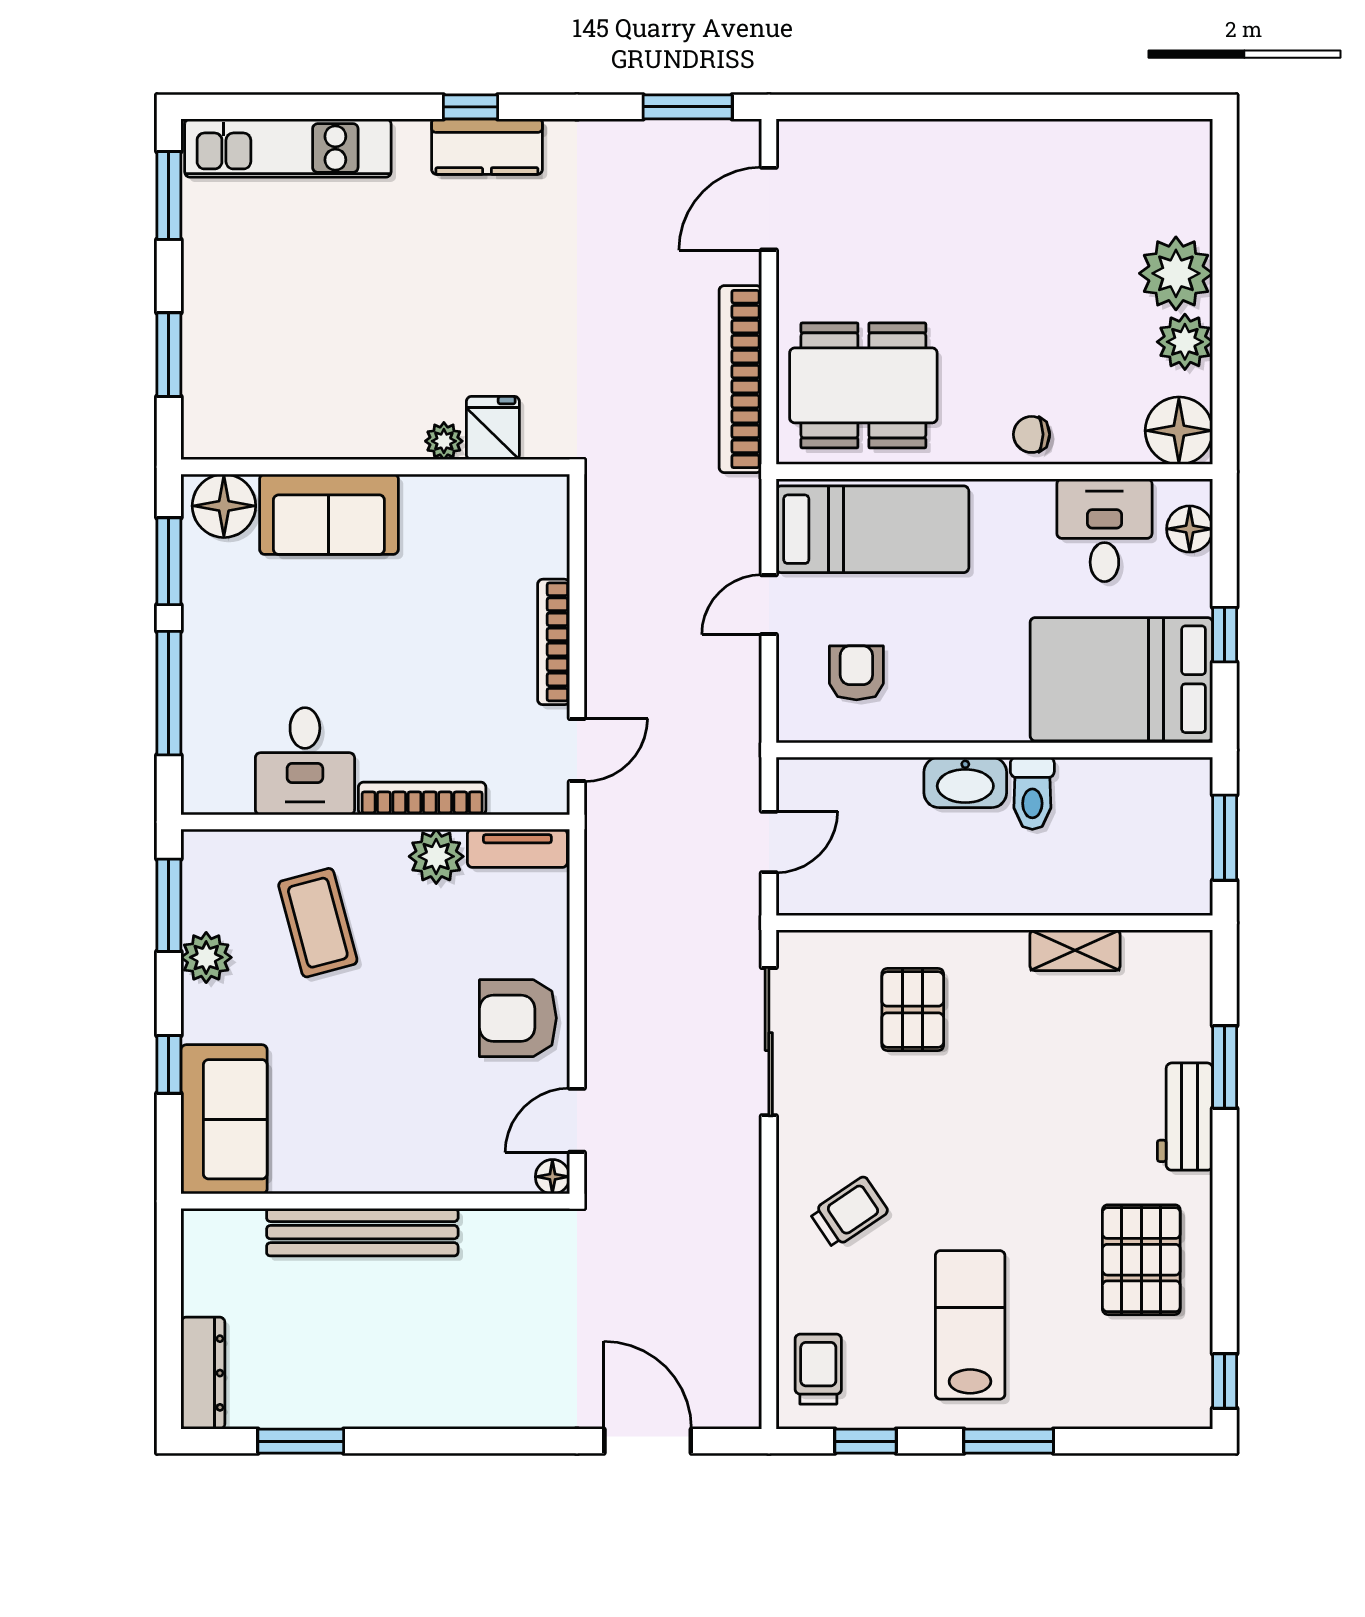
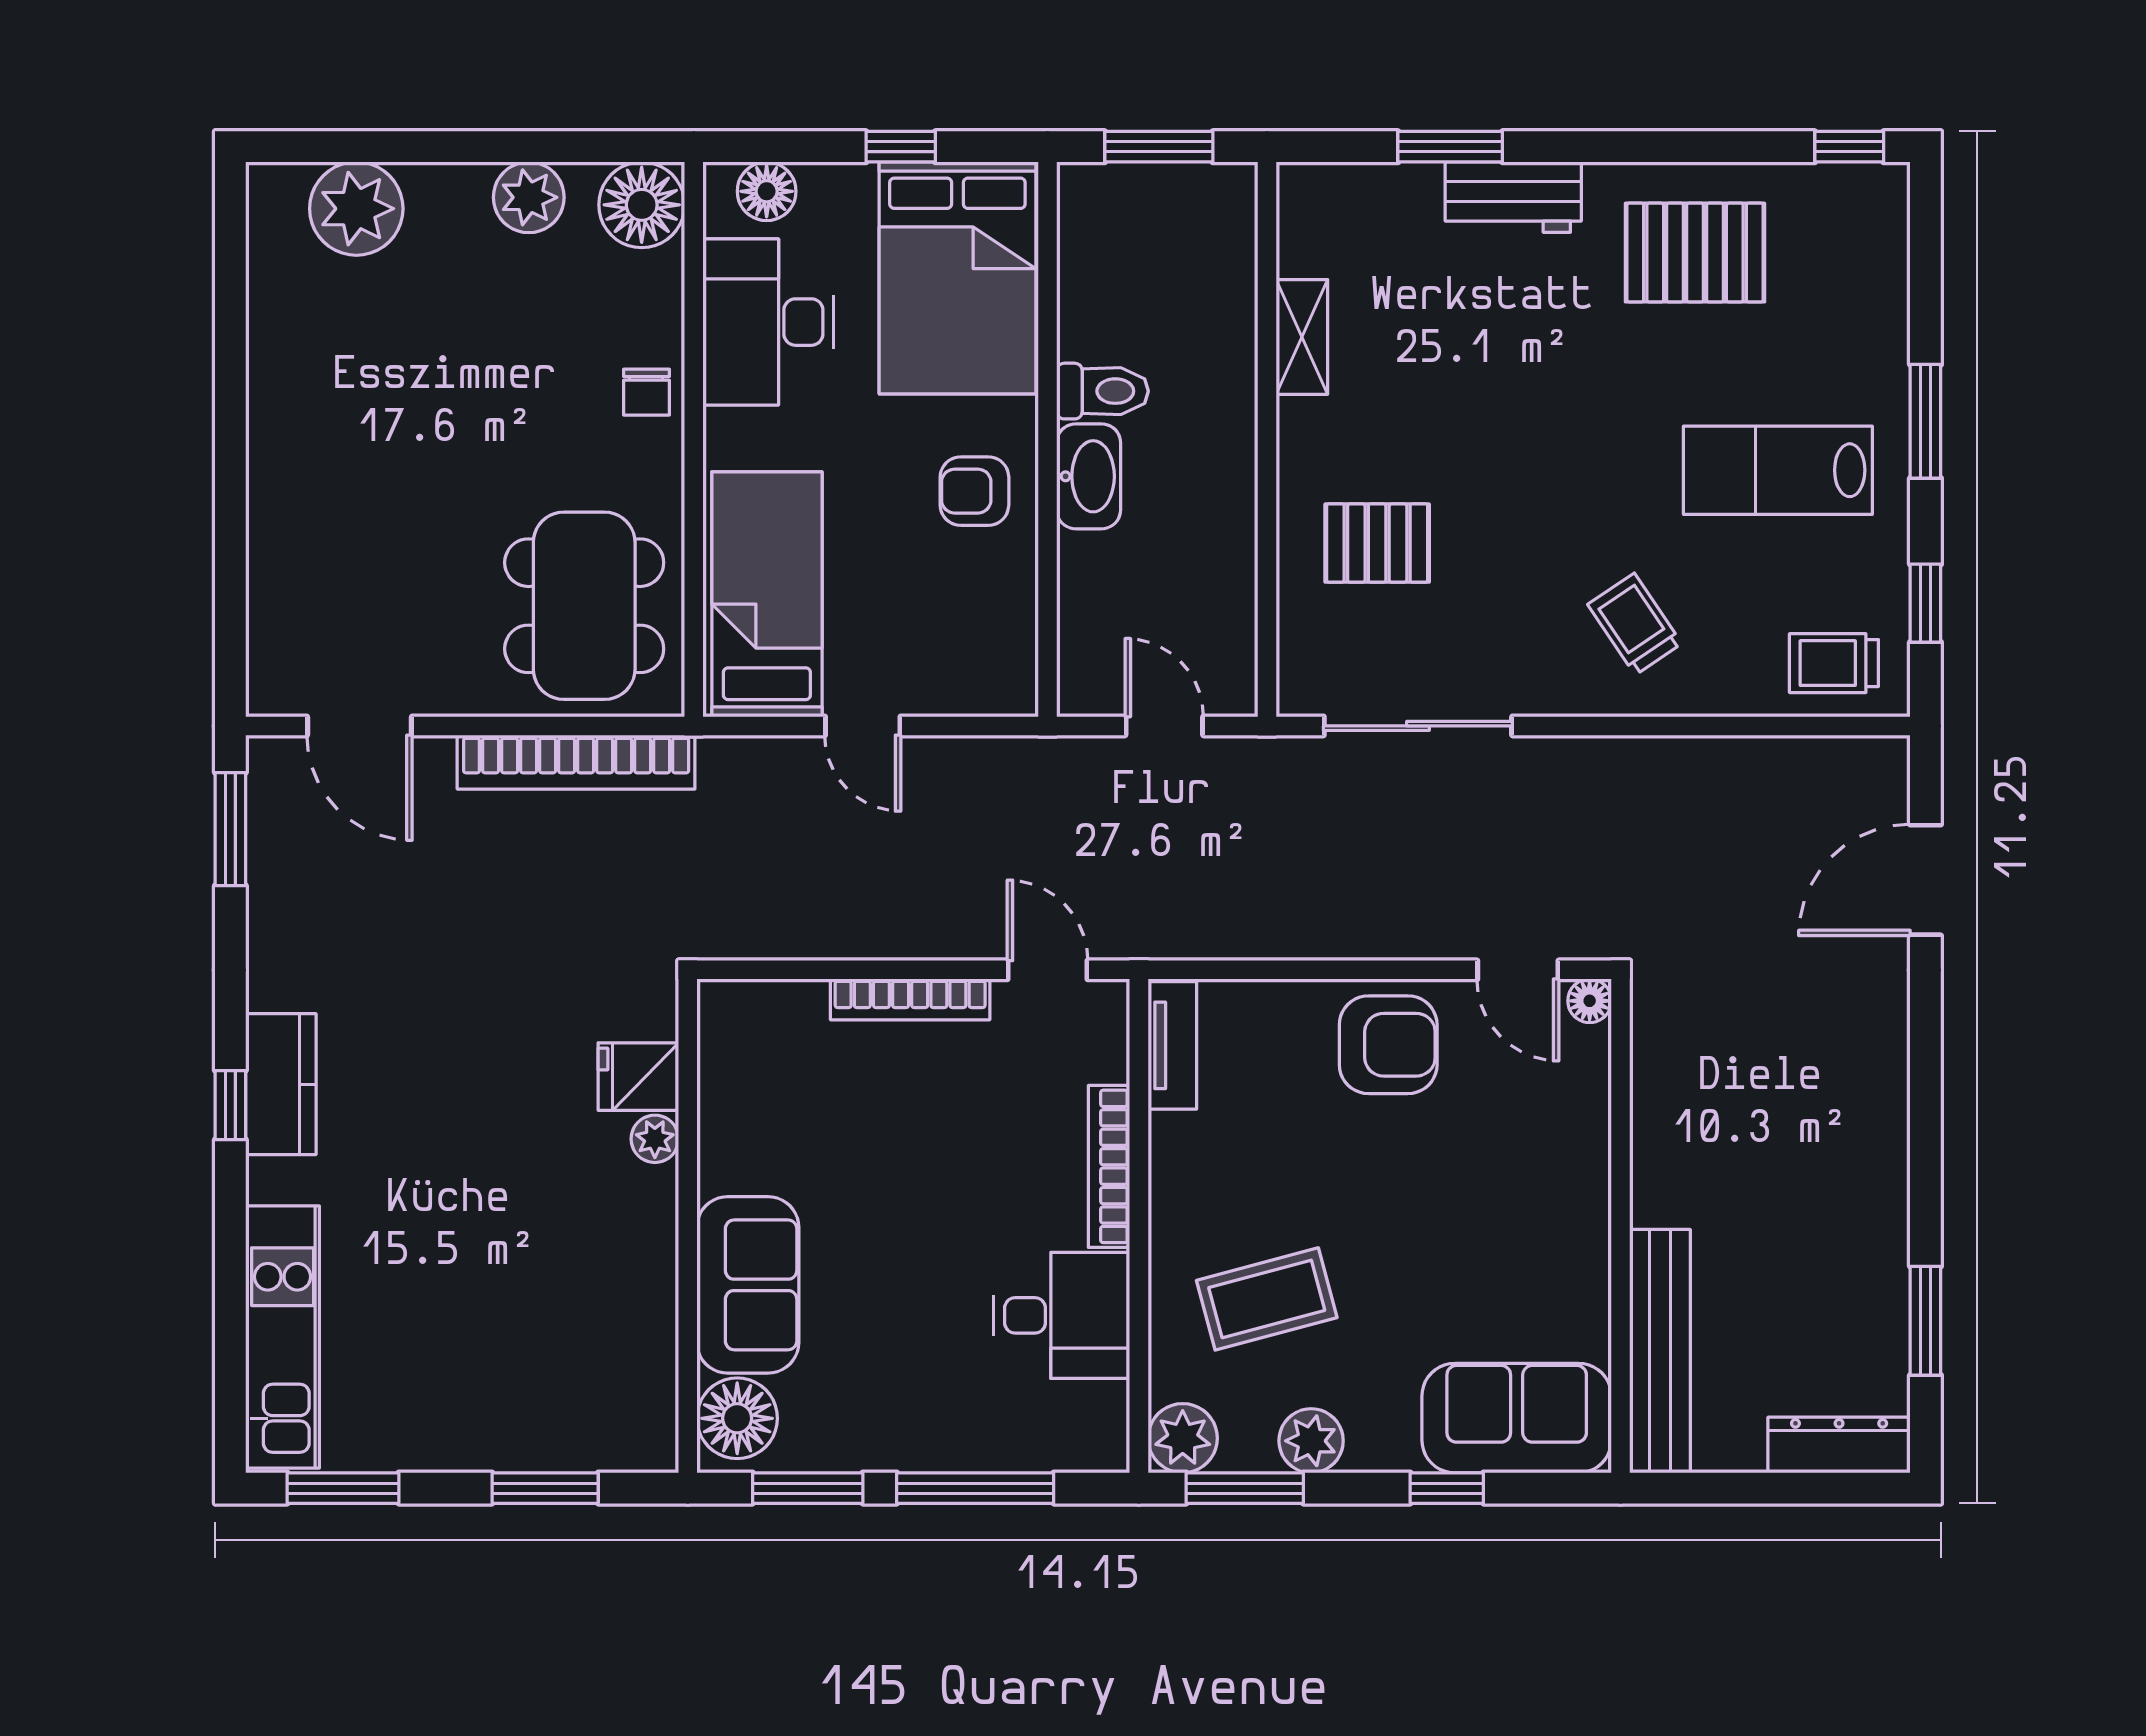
plant: (1176, 273) -> (356, 209), moved
desk: (1104, 530) -> (768, 322), width x1.37
armchair: (856, 673) -> (974, 491), moved
plant: (436, 856) -> (1183, 1438), moved
armchair: (518, 1018) -> (1388, 1045), turned -90
bench: (362, 1232) -> (1660, 1351), moved

